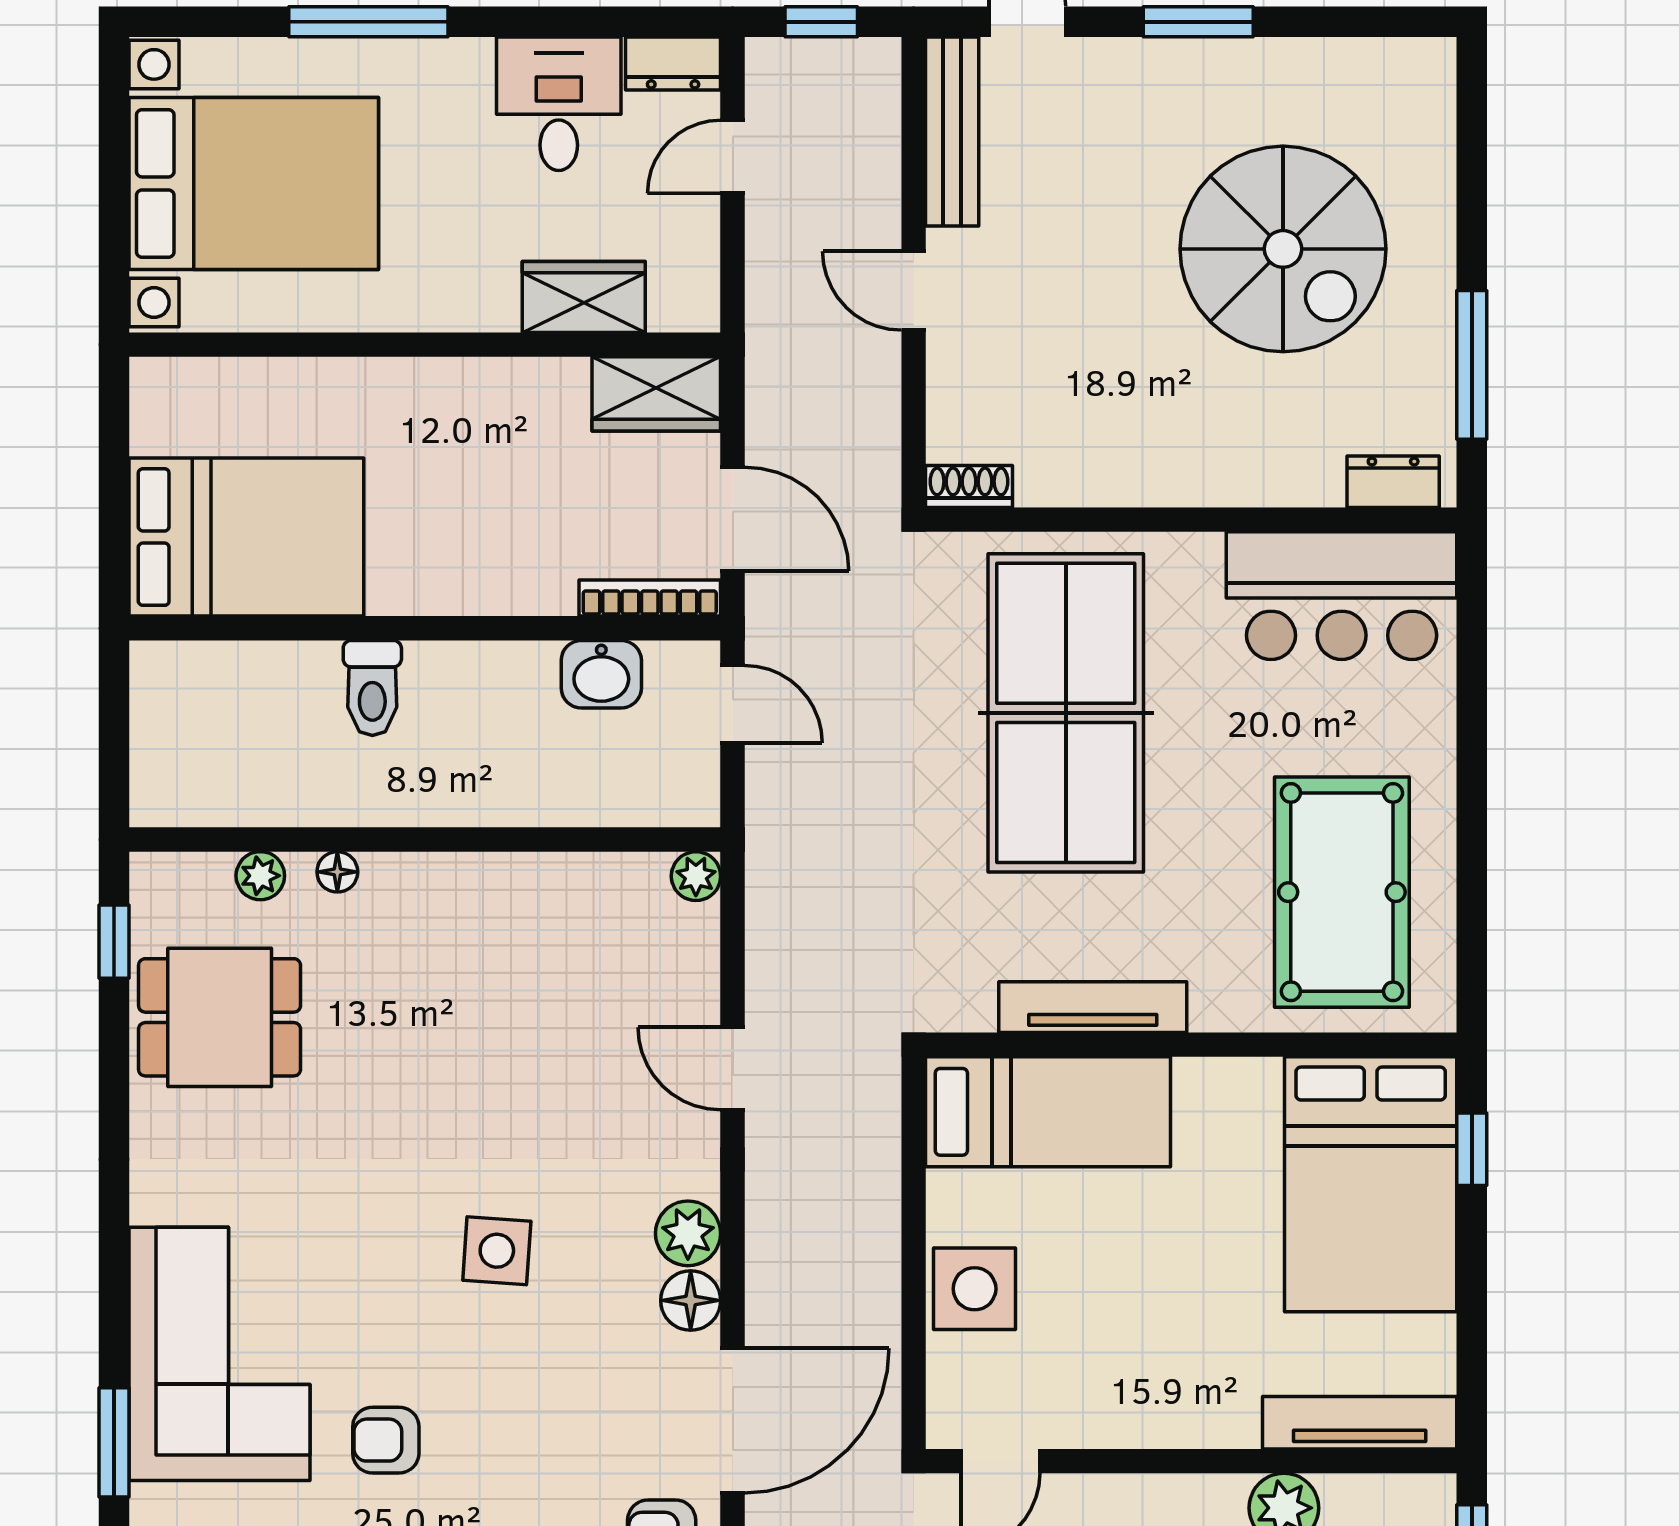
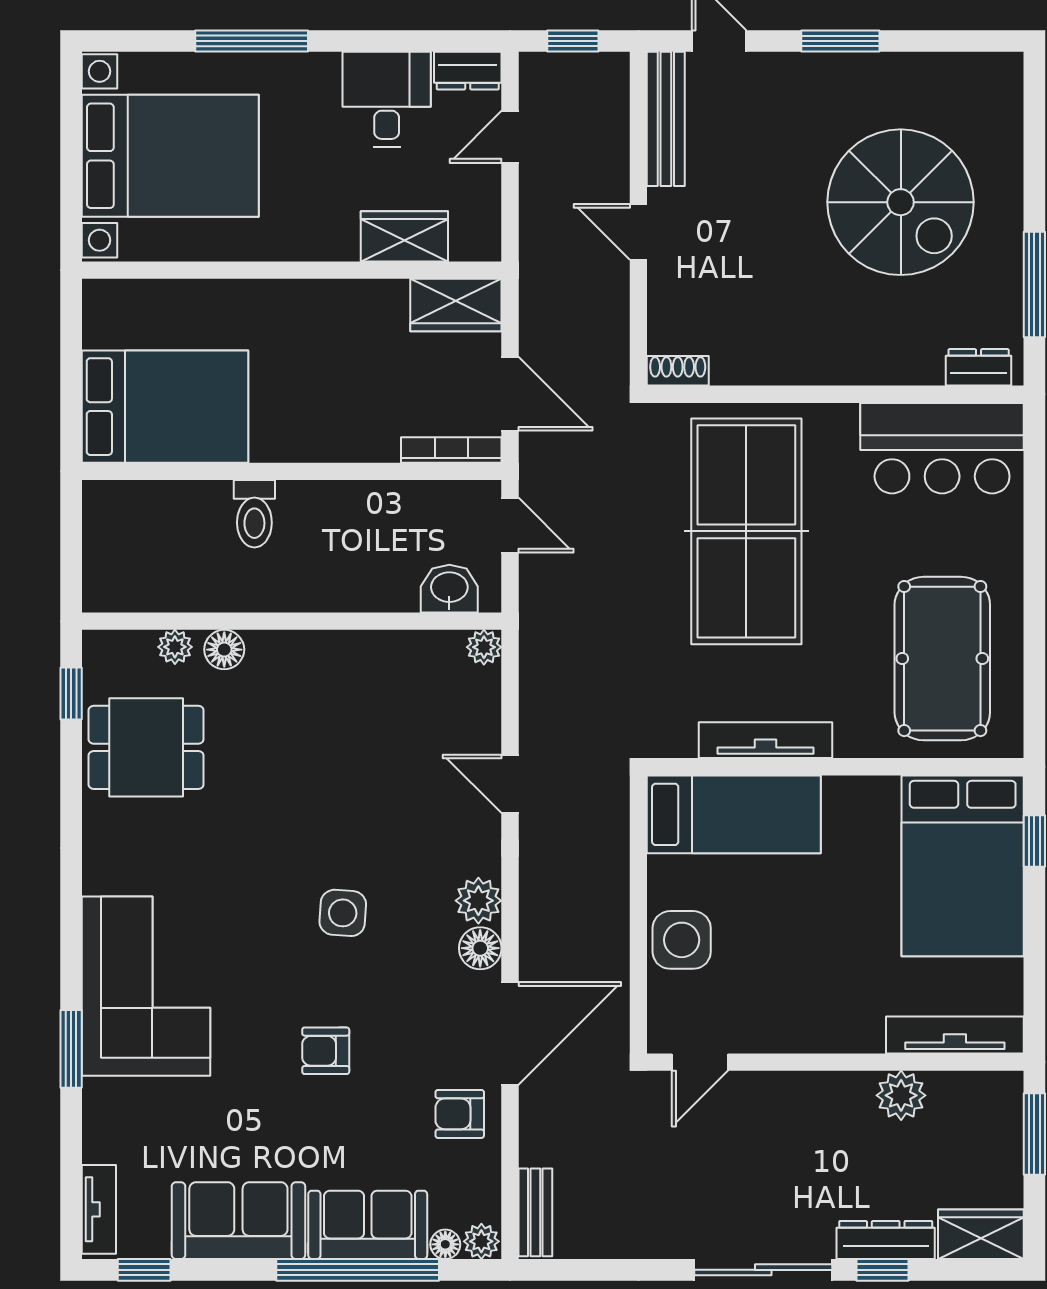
washbasin: (601, 674) -> (449, 589), moved, turned 180
floor lamp: (337, 872) -> (224, 650), width x1.37, depth x1.37
armchair: (386, 1440) -> (326, 1051), moved

